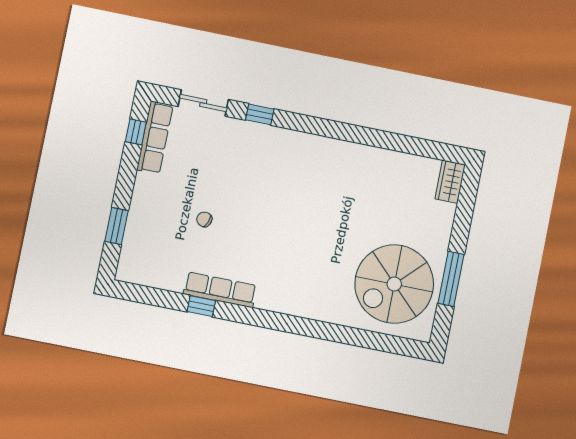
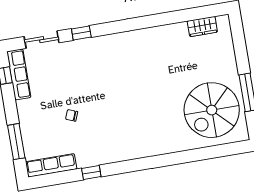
wardrobe: (450, 182) -> (202, 27), moved, turned -90
window: (117, 226) -> (16, 142), width x1.44
row of seats: (220, 290) -> (51, 165), moved

